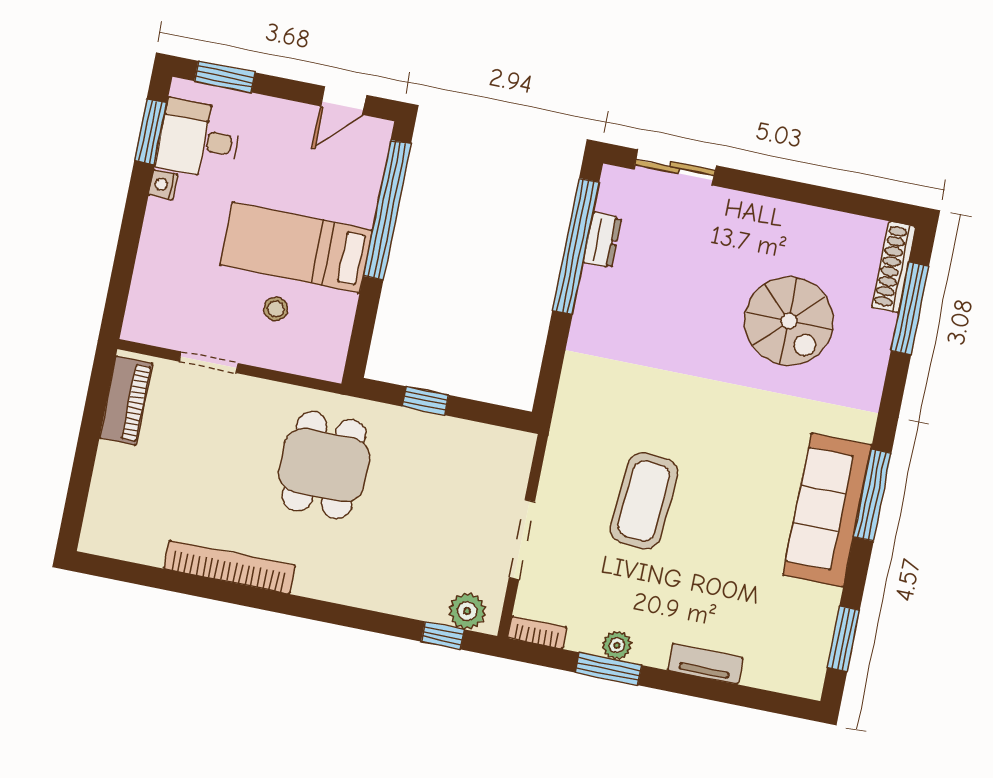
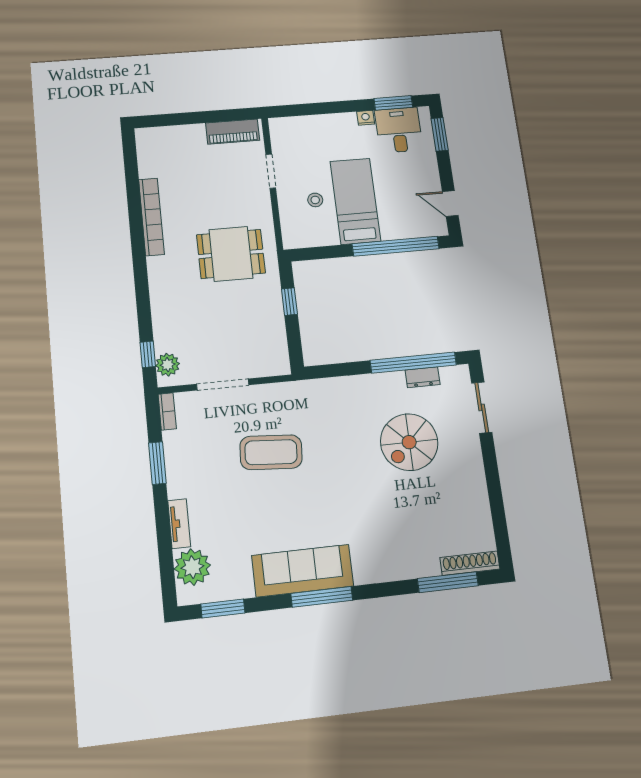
spiral stairs: (789, 321) -> (409, 442), moved
plant: (617, 645) -> (192, 567), moved, width x1.87, depth x1.87

